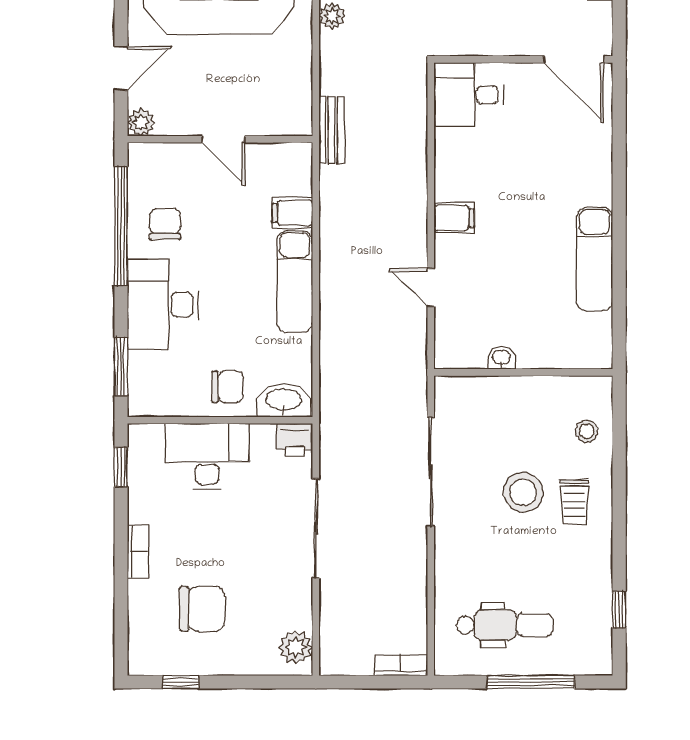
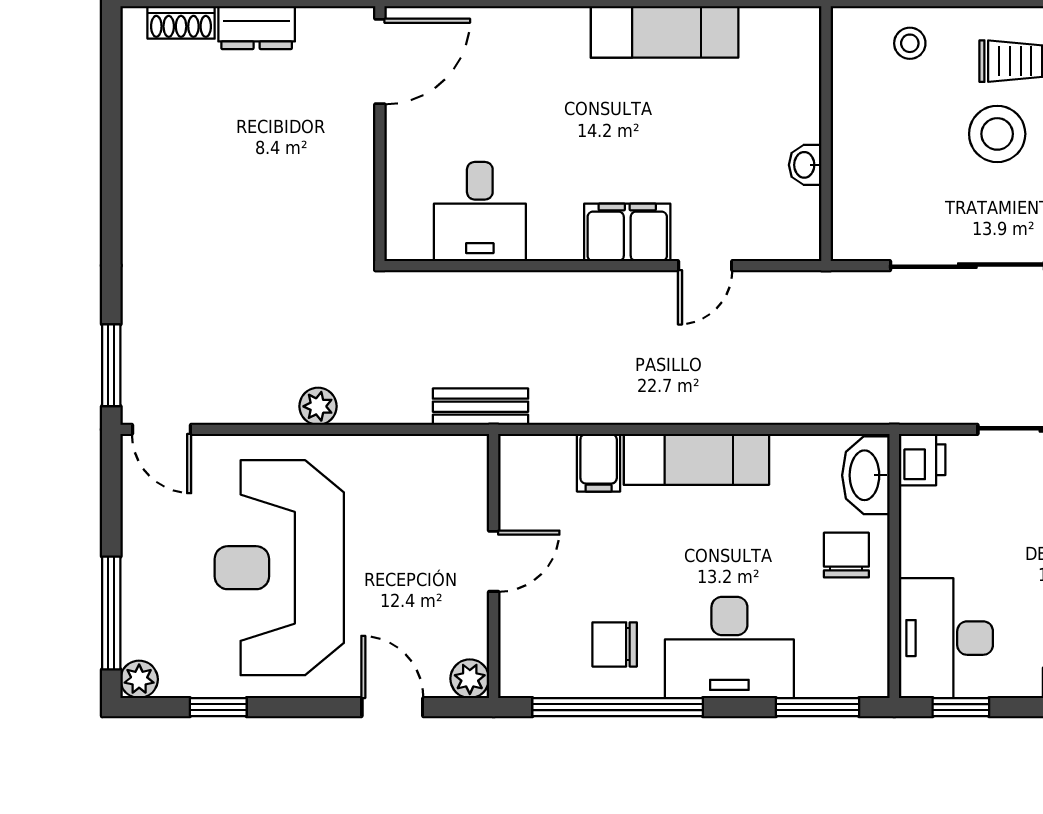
desk: (469, 95) -> (480, 211), moved
filing cabinet: (454, 218) -> (627, 232), width x2.00
desk: (207, 456) -> (946, 638), moved

